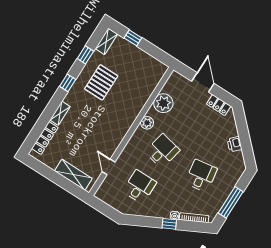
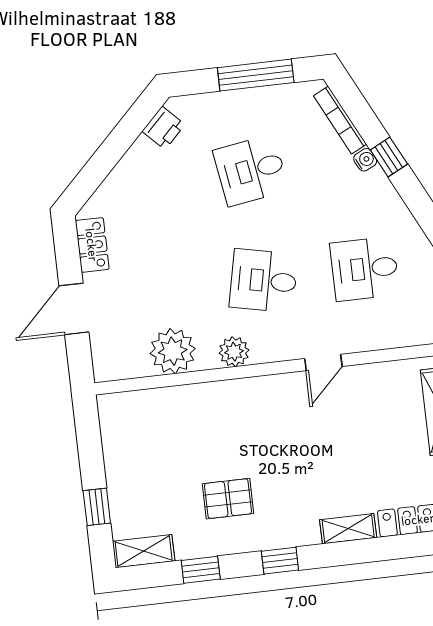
pallet: (101, 82) -> (228, 499), width x0.67, depth x0.71
printer: (235, 144) -> (163, 128), moved
door: (109, 167) -> (323, 363), moved

